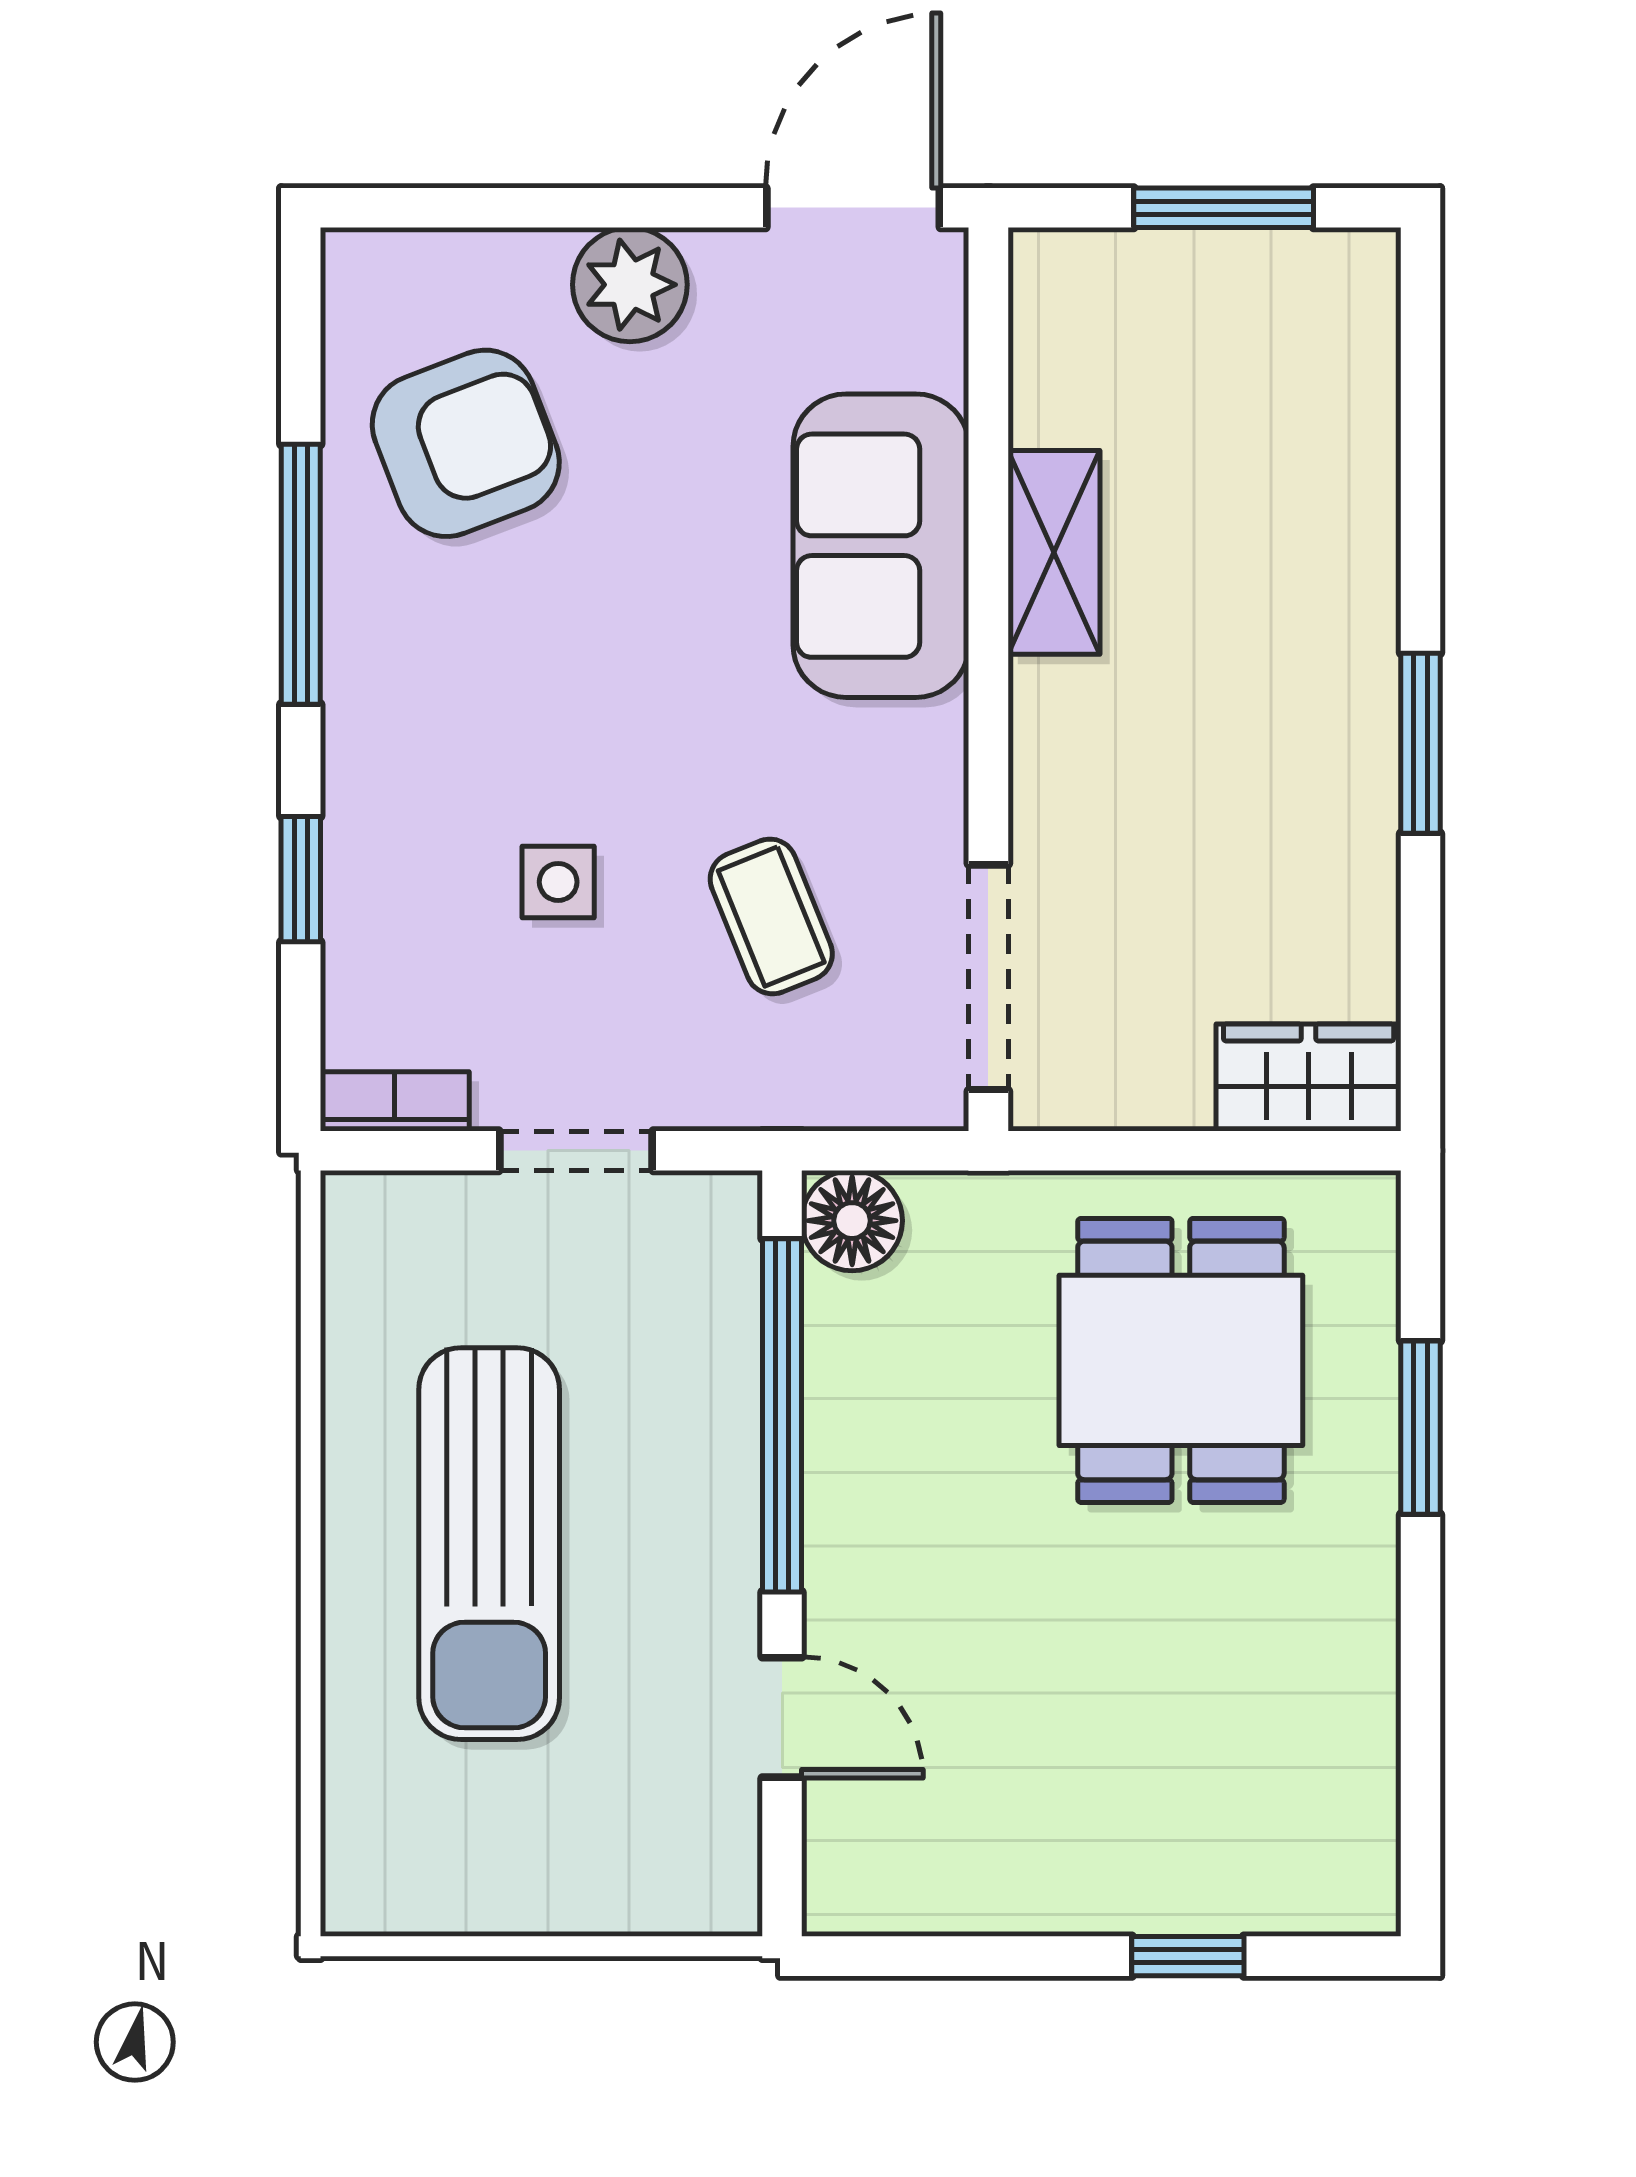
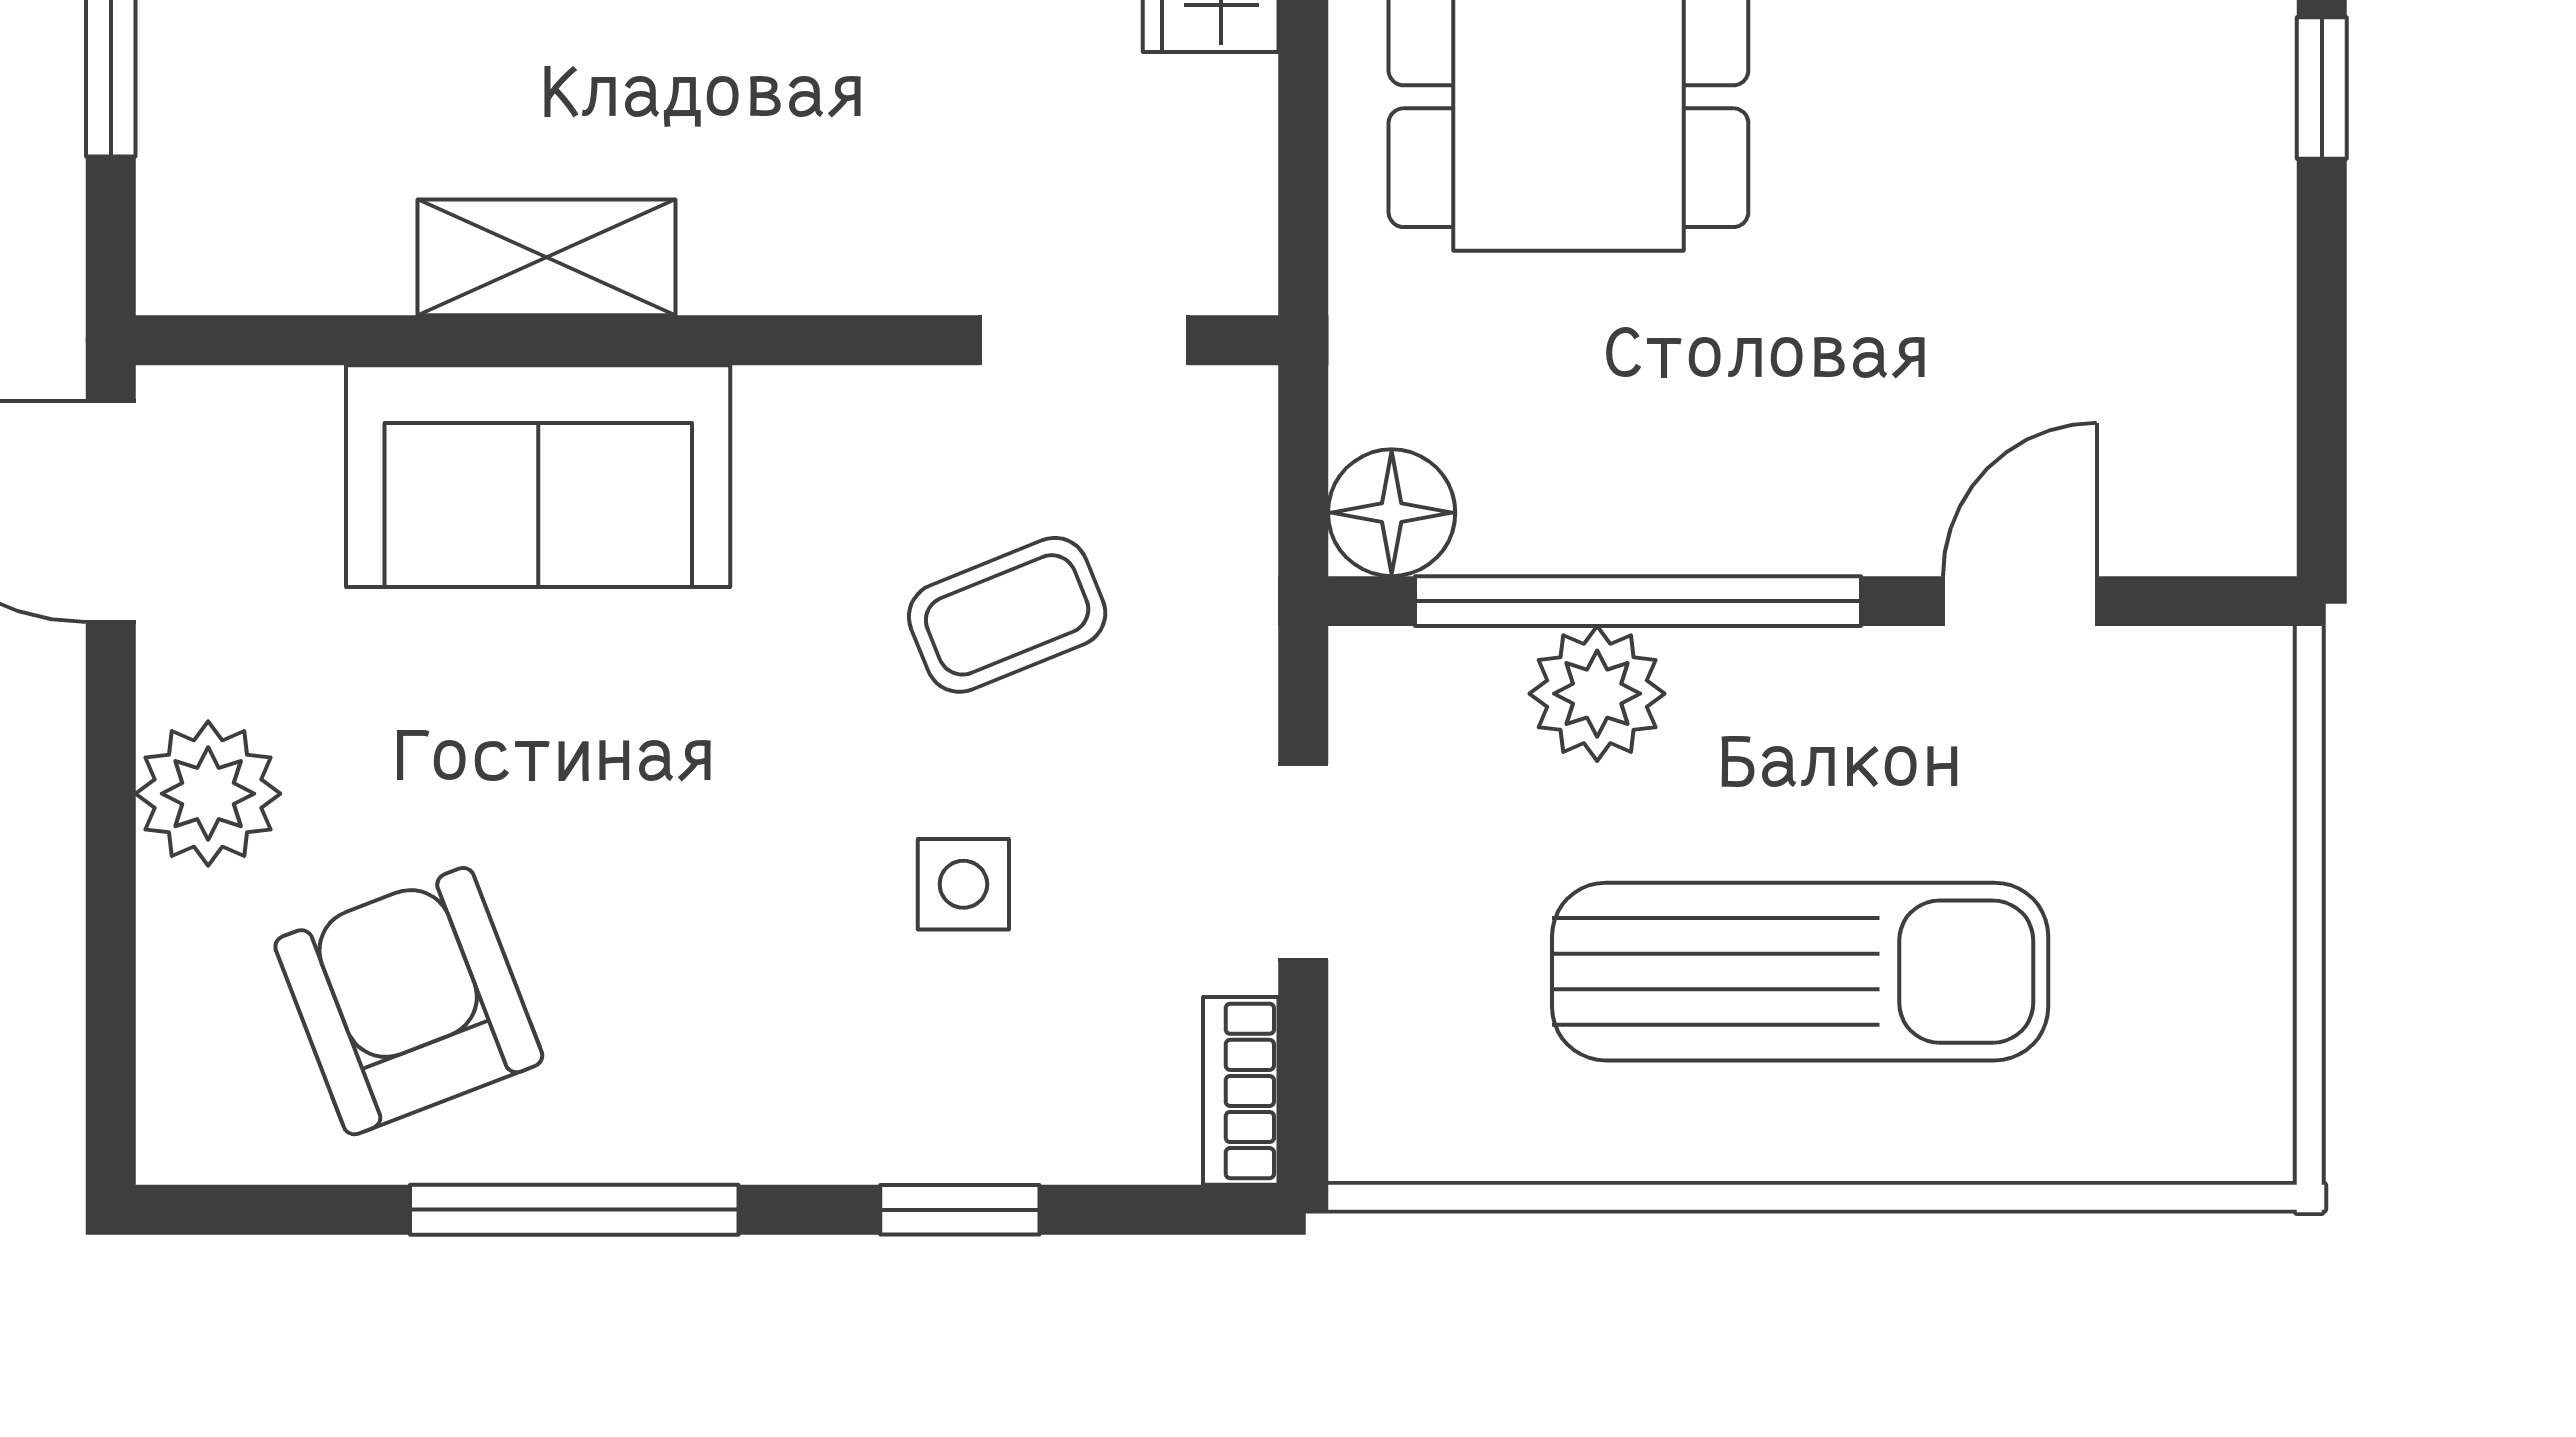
doorway: (988, 977) -> (1084, 340), width x0.73
plant: (709, 1383) -> (1597, 694), added

